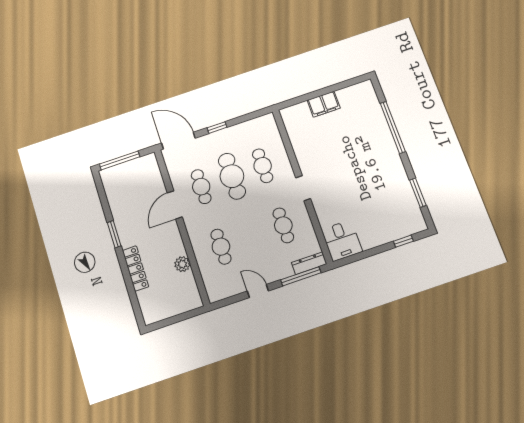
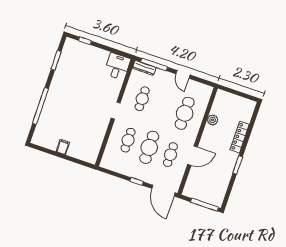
filing cabinet: (324, 104) -> (63, 147), width x0.50
cafe table: (221, 247) -> (185, 113), width x1.37, depth x1.35

